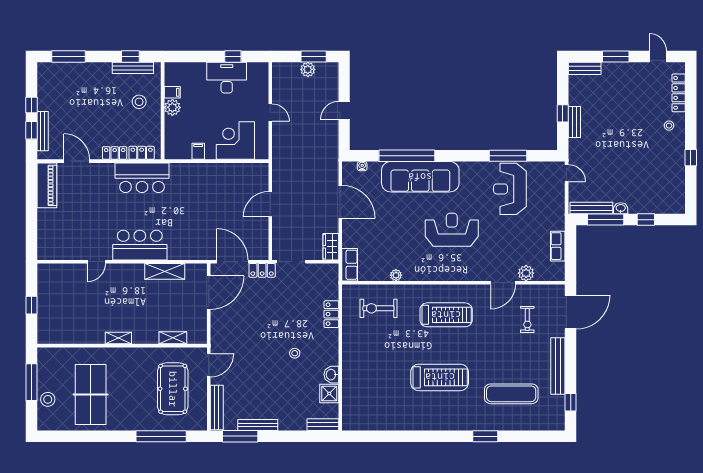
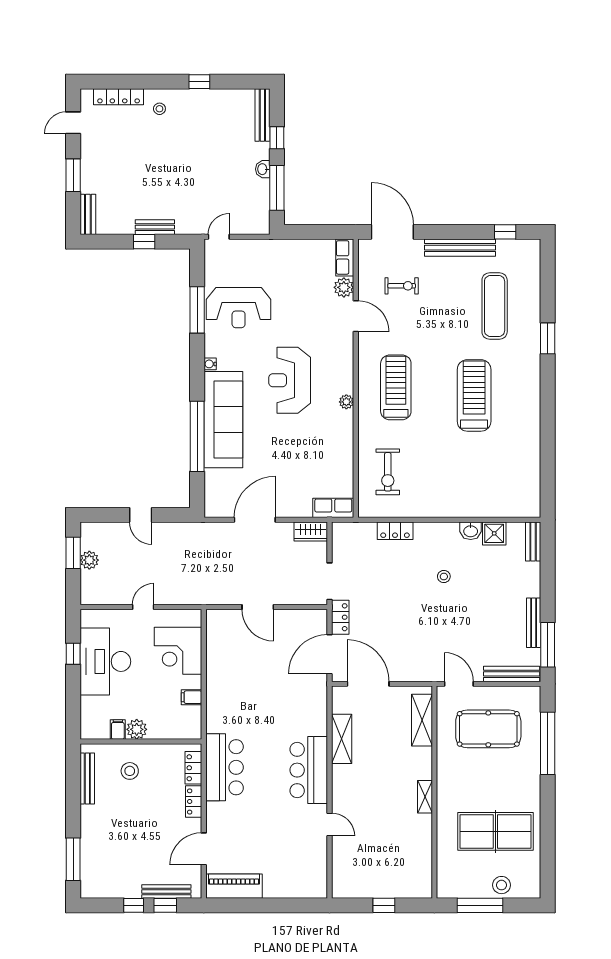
window: (130, 57) -> (73, 782), removed
desk: (227, 78) -> (105, 661), width x1.36, depth x1.30
water cooler: (362, 166) -> (210, 364), moved
bench: (591, 208) -> (262, 115), moved
row of seats: (558, 246) -> (345, 257), moved, turned 90
plant: (396, 275) -> (346, 402), moved
shelving: (173, 338) -> (422, 720), width x1.50, depth x1.33

